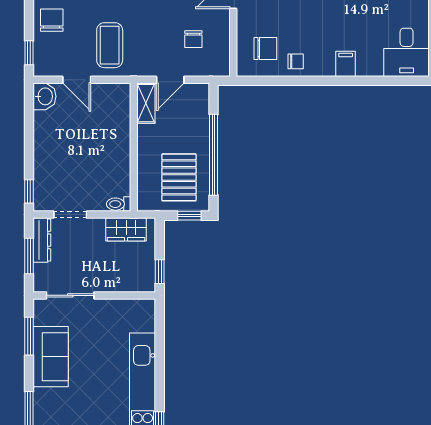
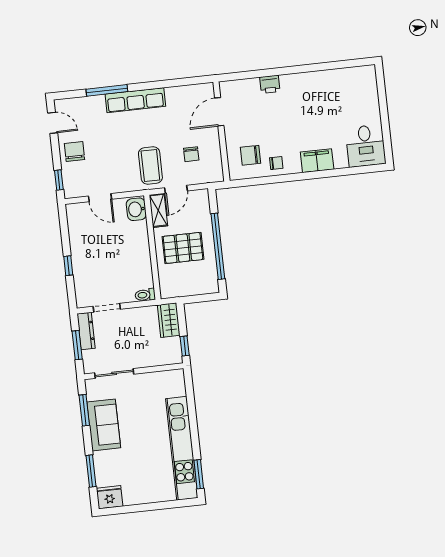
coffee table: (110, 45) -> (150, 166), moved
chair: (265, 48) -> (251, 155), turned 180
filing cabinet: (346, 64) -> (317, 161), width x2.00
washbasin: (45, 96) -> (136, 209), moved, turned 180
pallet: (179, 177) -> (183, 248), moved, turned 90
window: (29, 191) -> (68, 266), moved
window: (189, 216) -> (204, 298), removed
wardrobe: (126, 229) -> (169, 320), moved, turned 90

